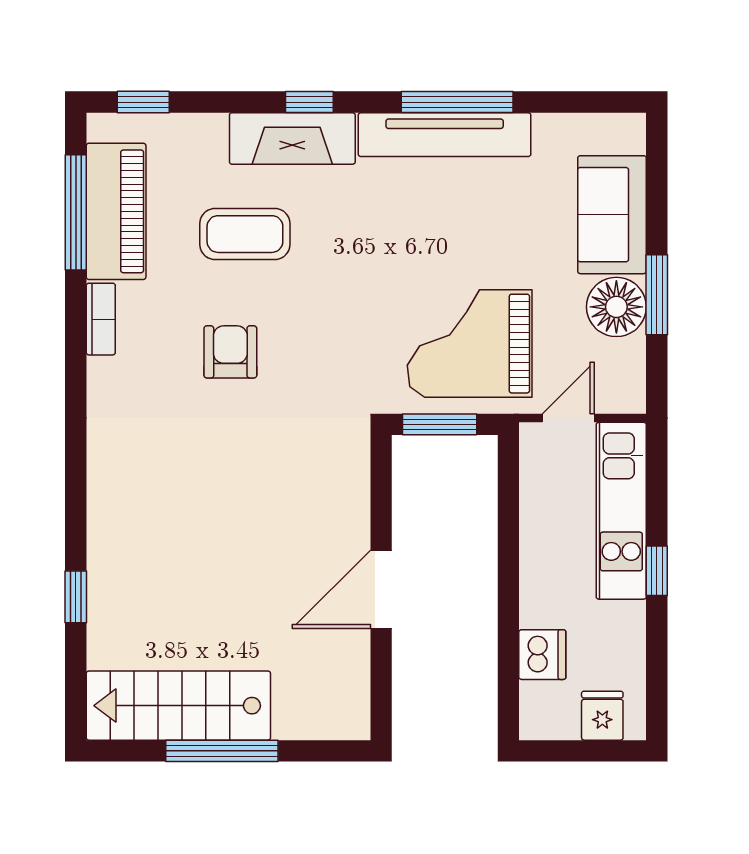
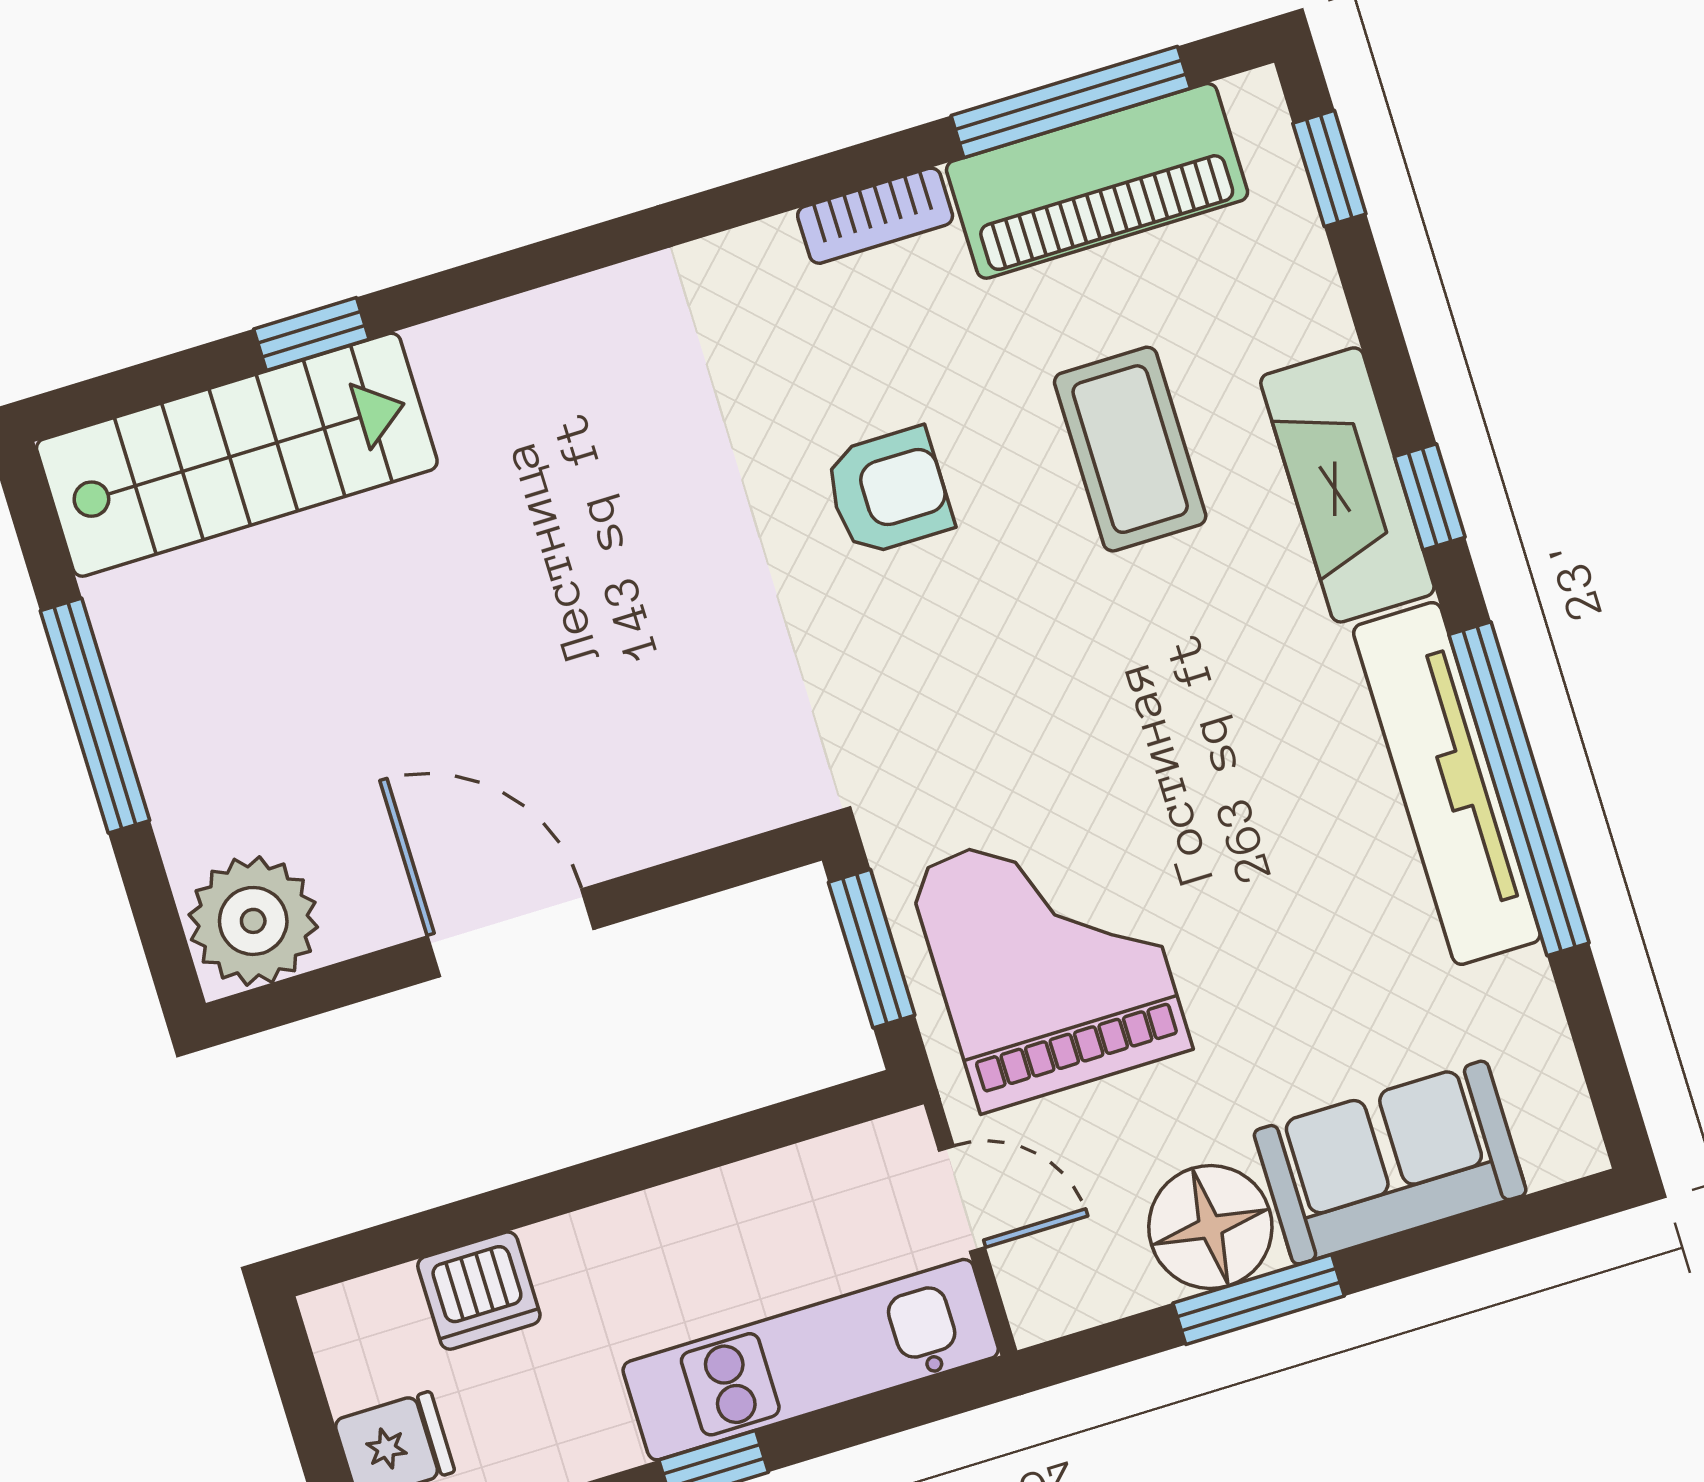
window: (457, 102) -> (1519, 789), width x1.46
stairs: (178, 706) -> (237, 455), moved, turned 90
plant: (339, 707) -> (253, 921), added

